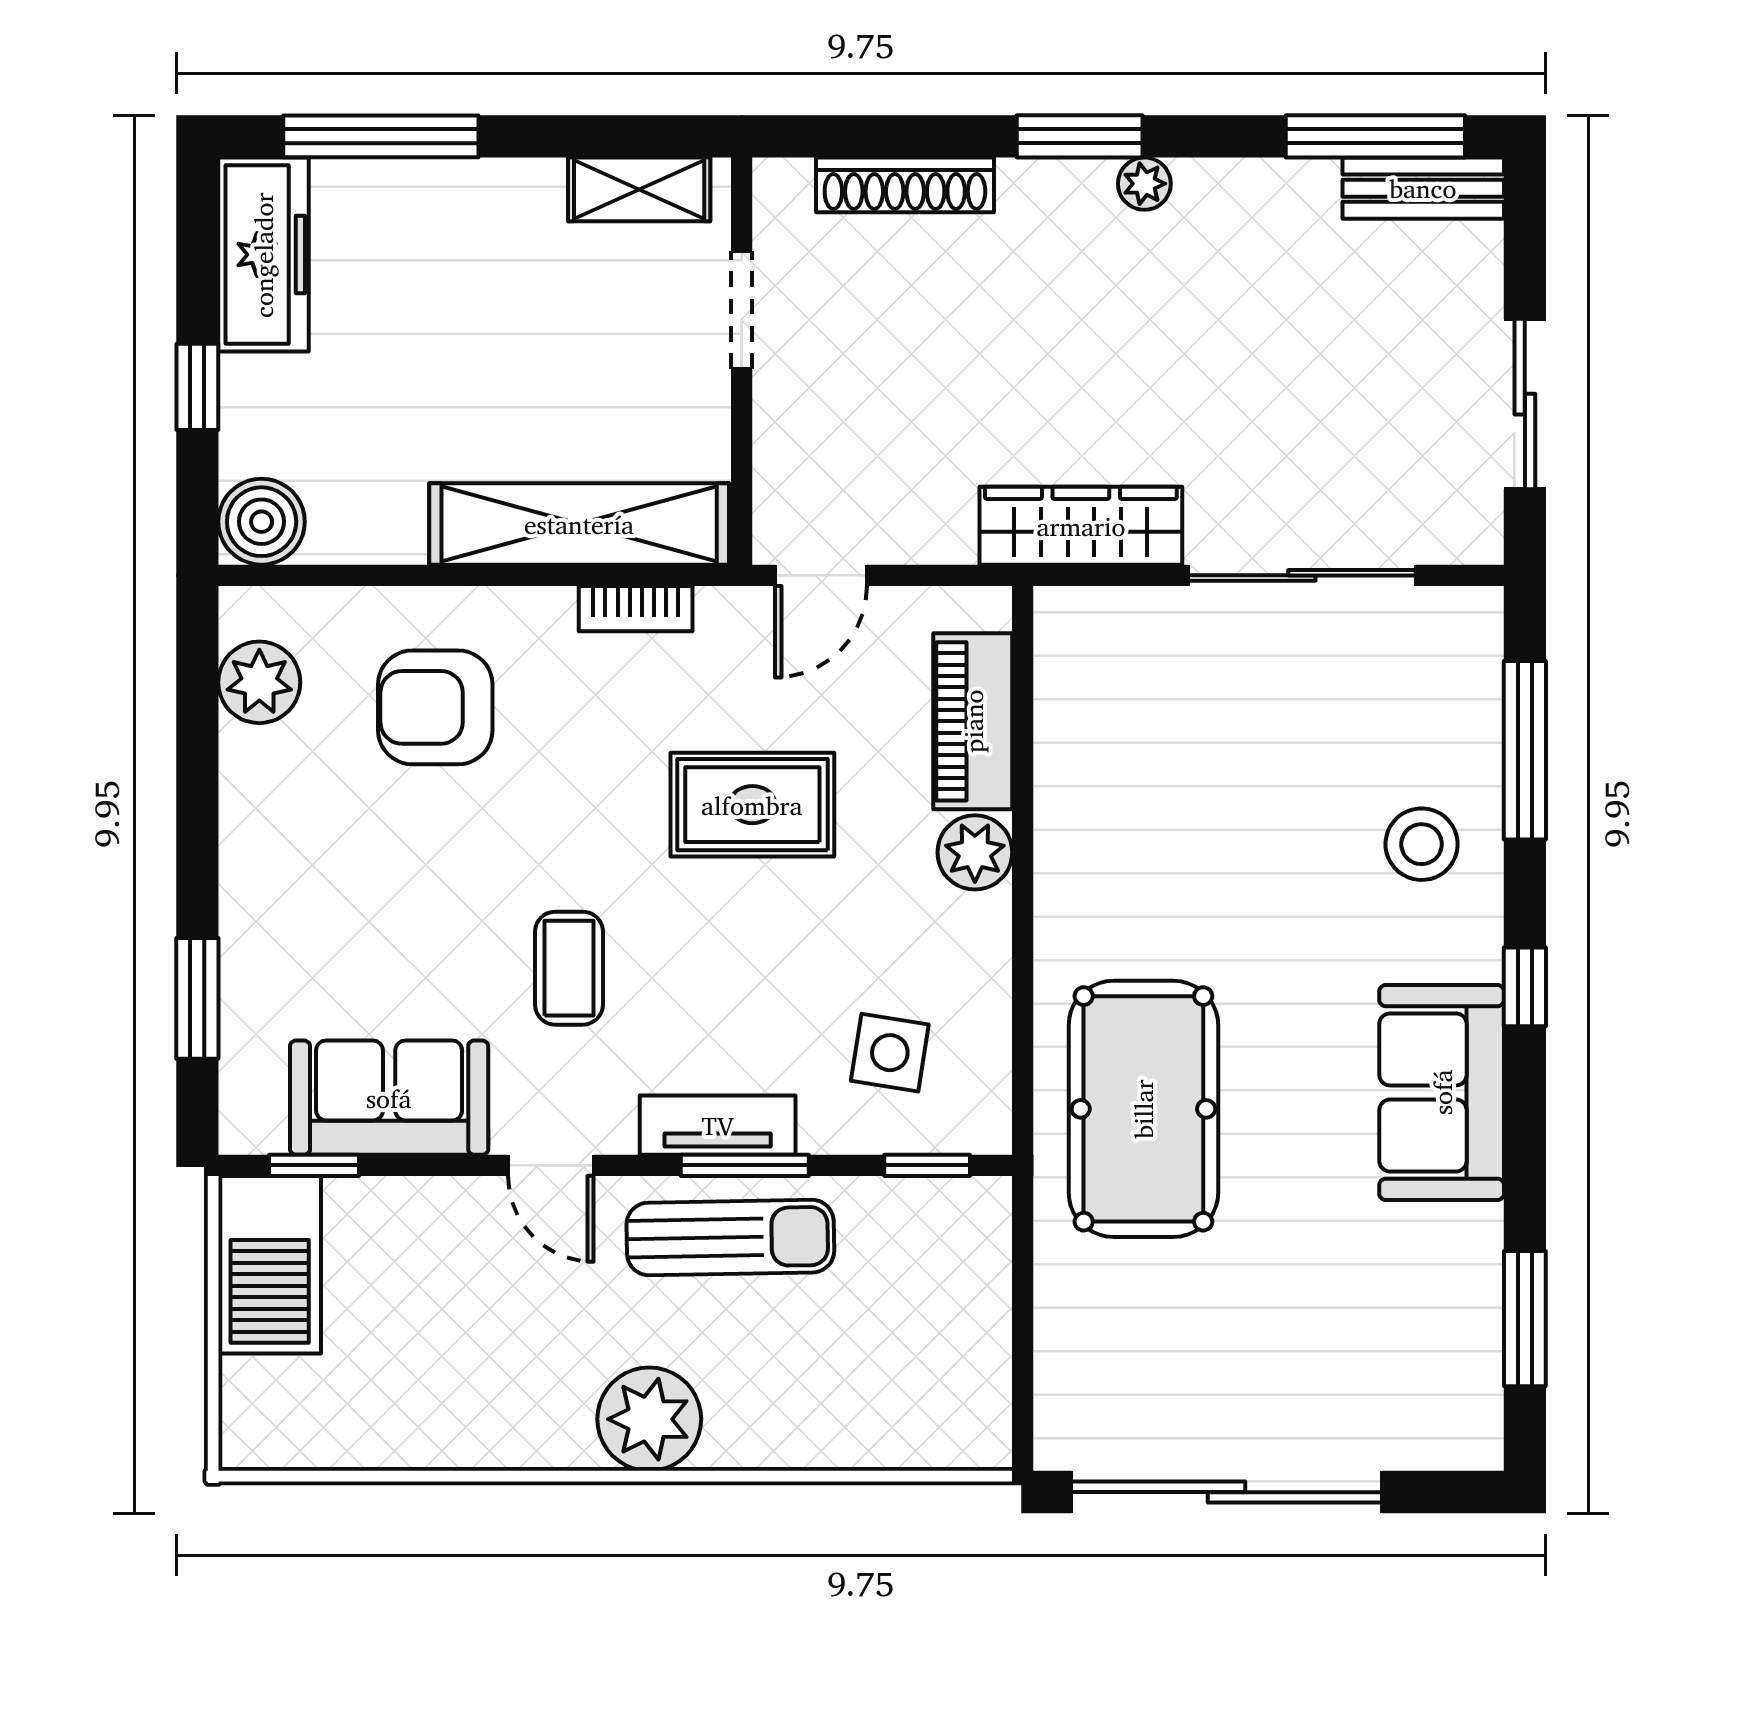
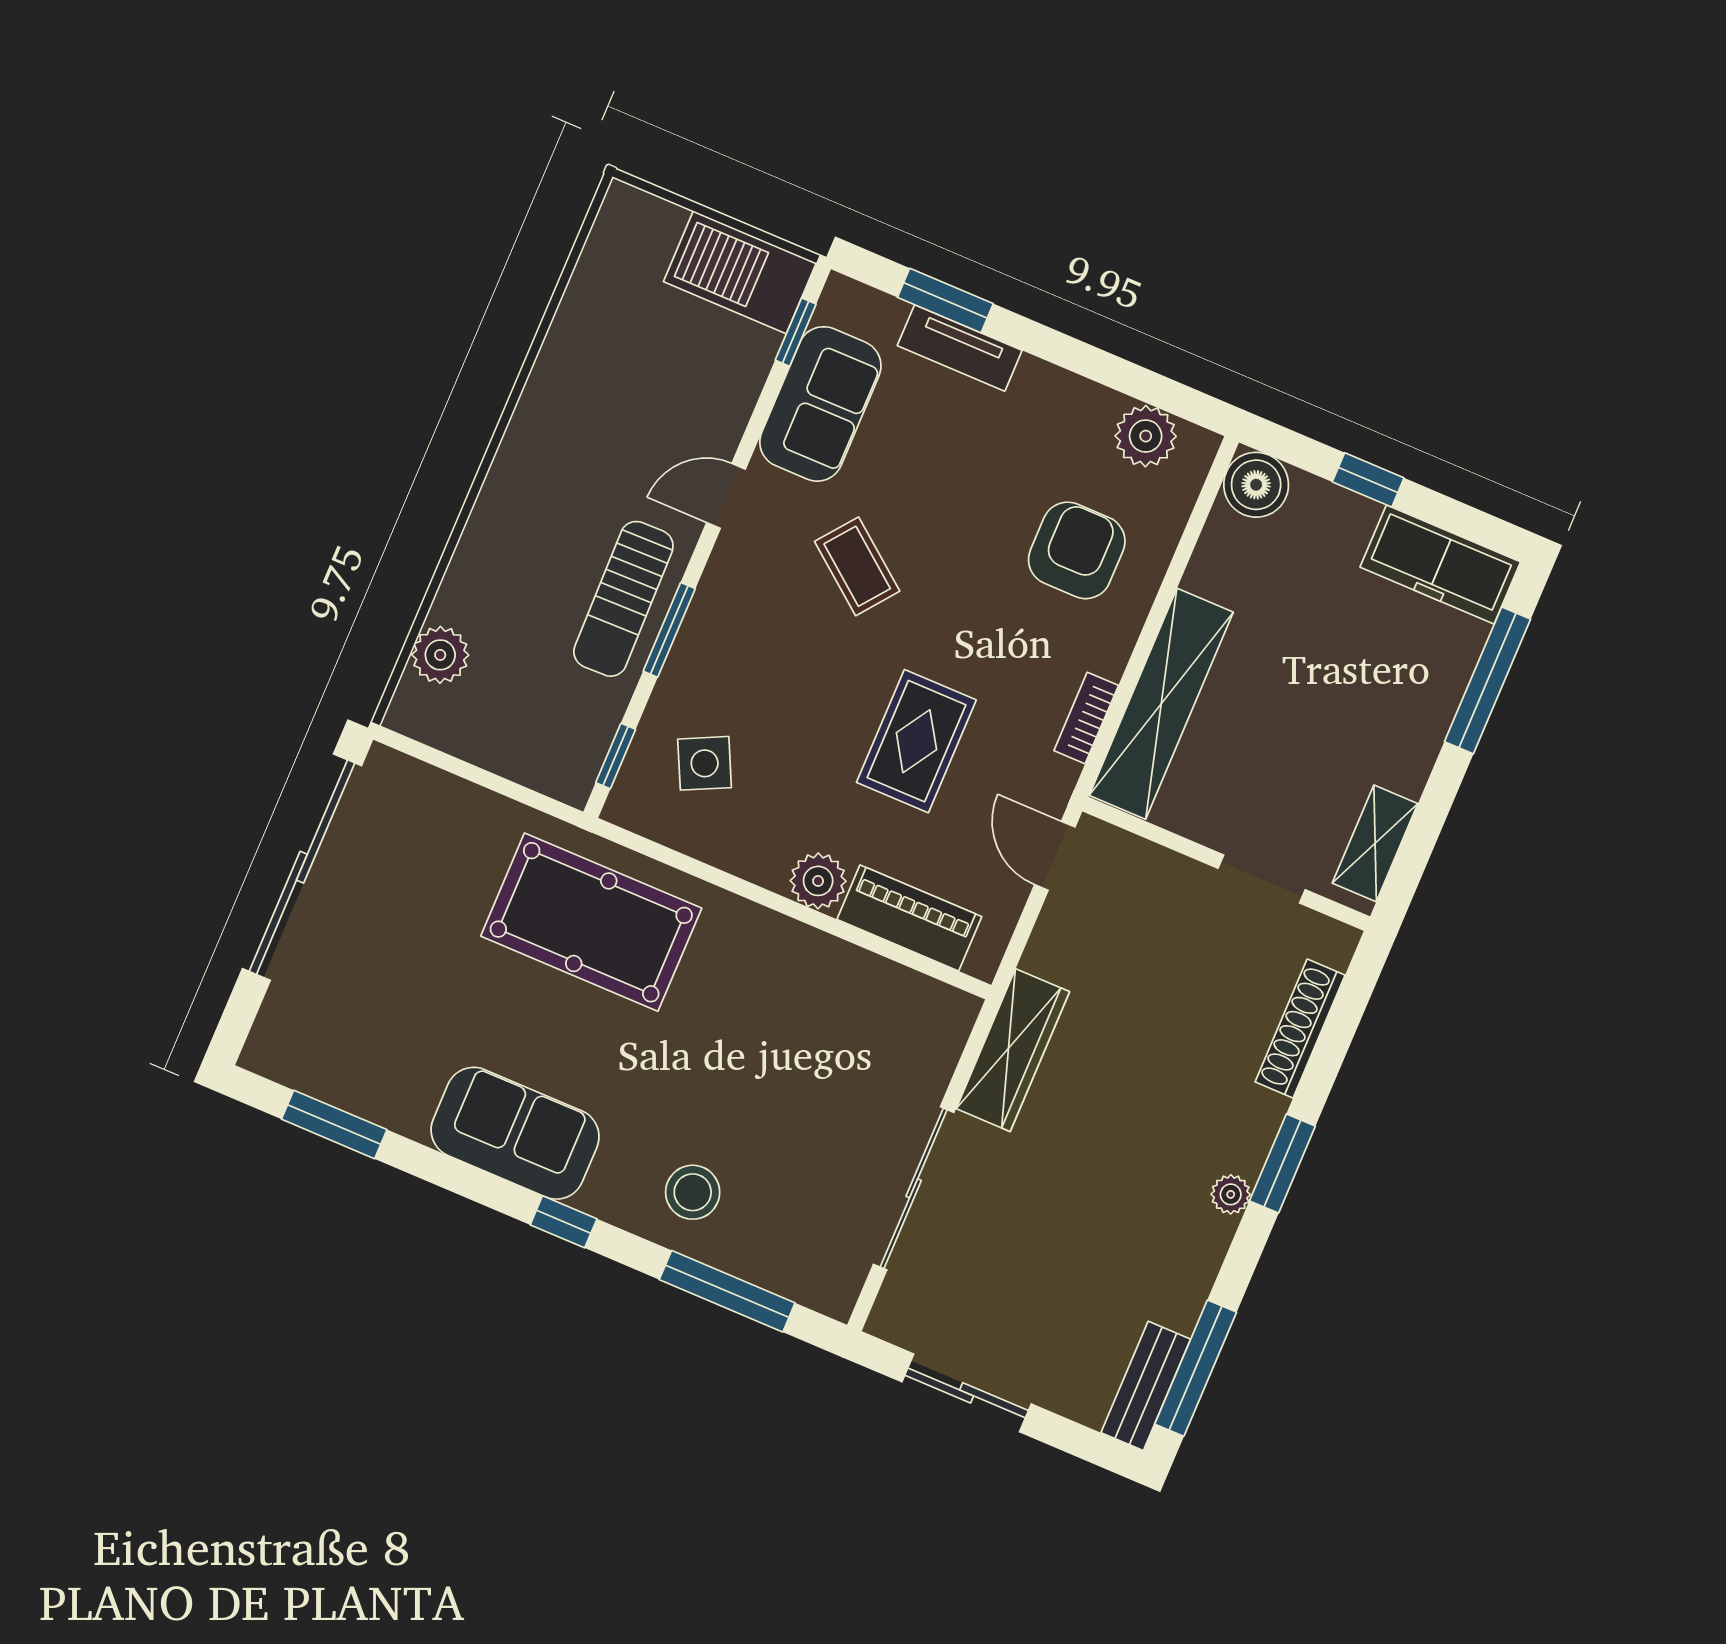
coffee table: (569, 968) -> (857, 566), turned 38
side table: (890, 1053) -> (705, 763), turned -35
tv unit: (718, 1125) -> (960, 348), moved, turned 90
plant: (649, 1419) -> (440, 655), moved, width x0.73, depth x0.73

